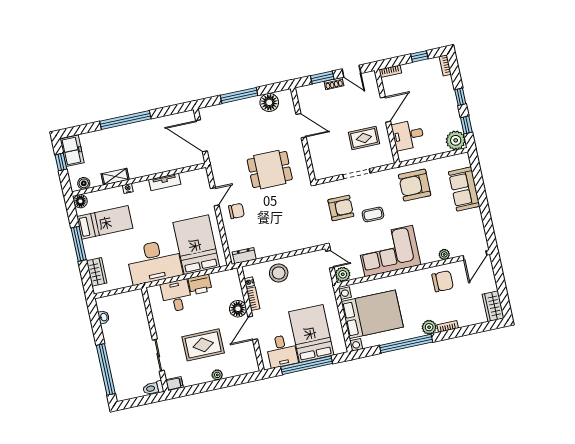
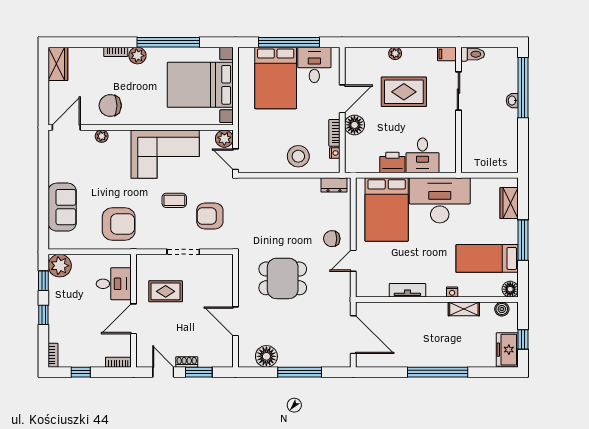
washbasin: (104, 317) -> (512, 101), moved

